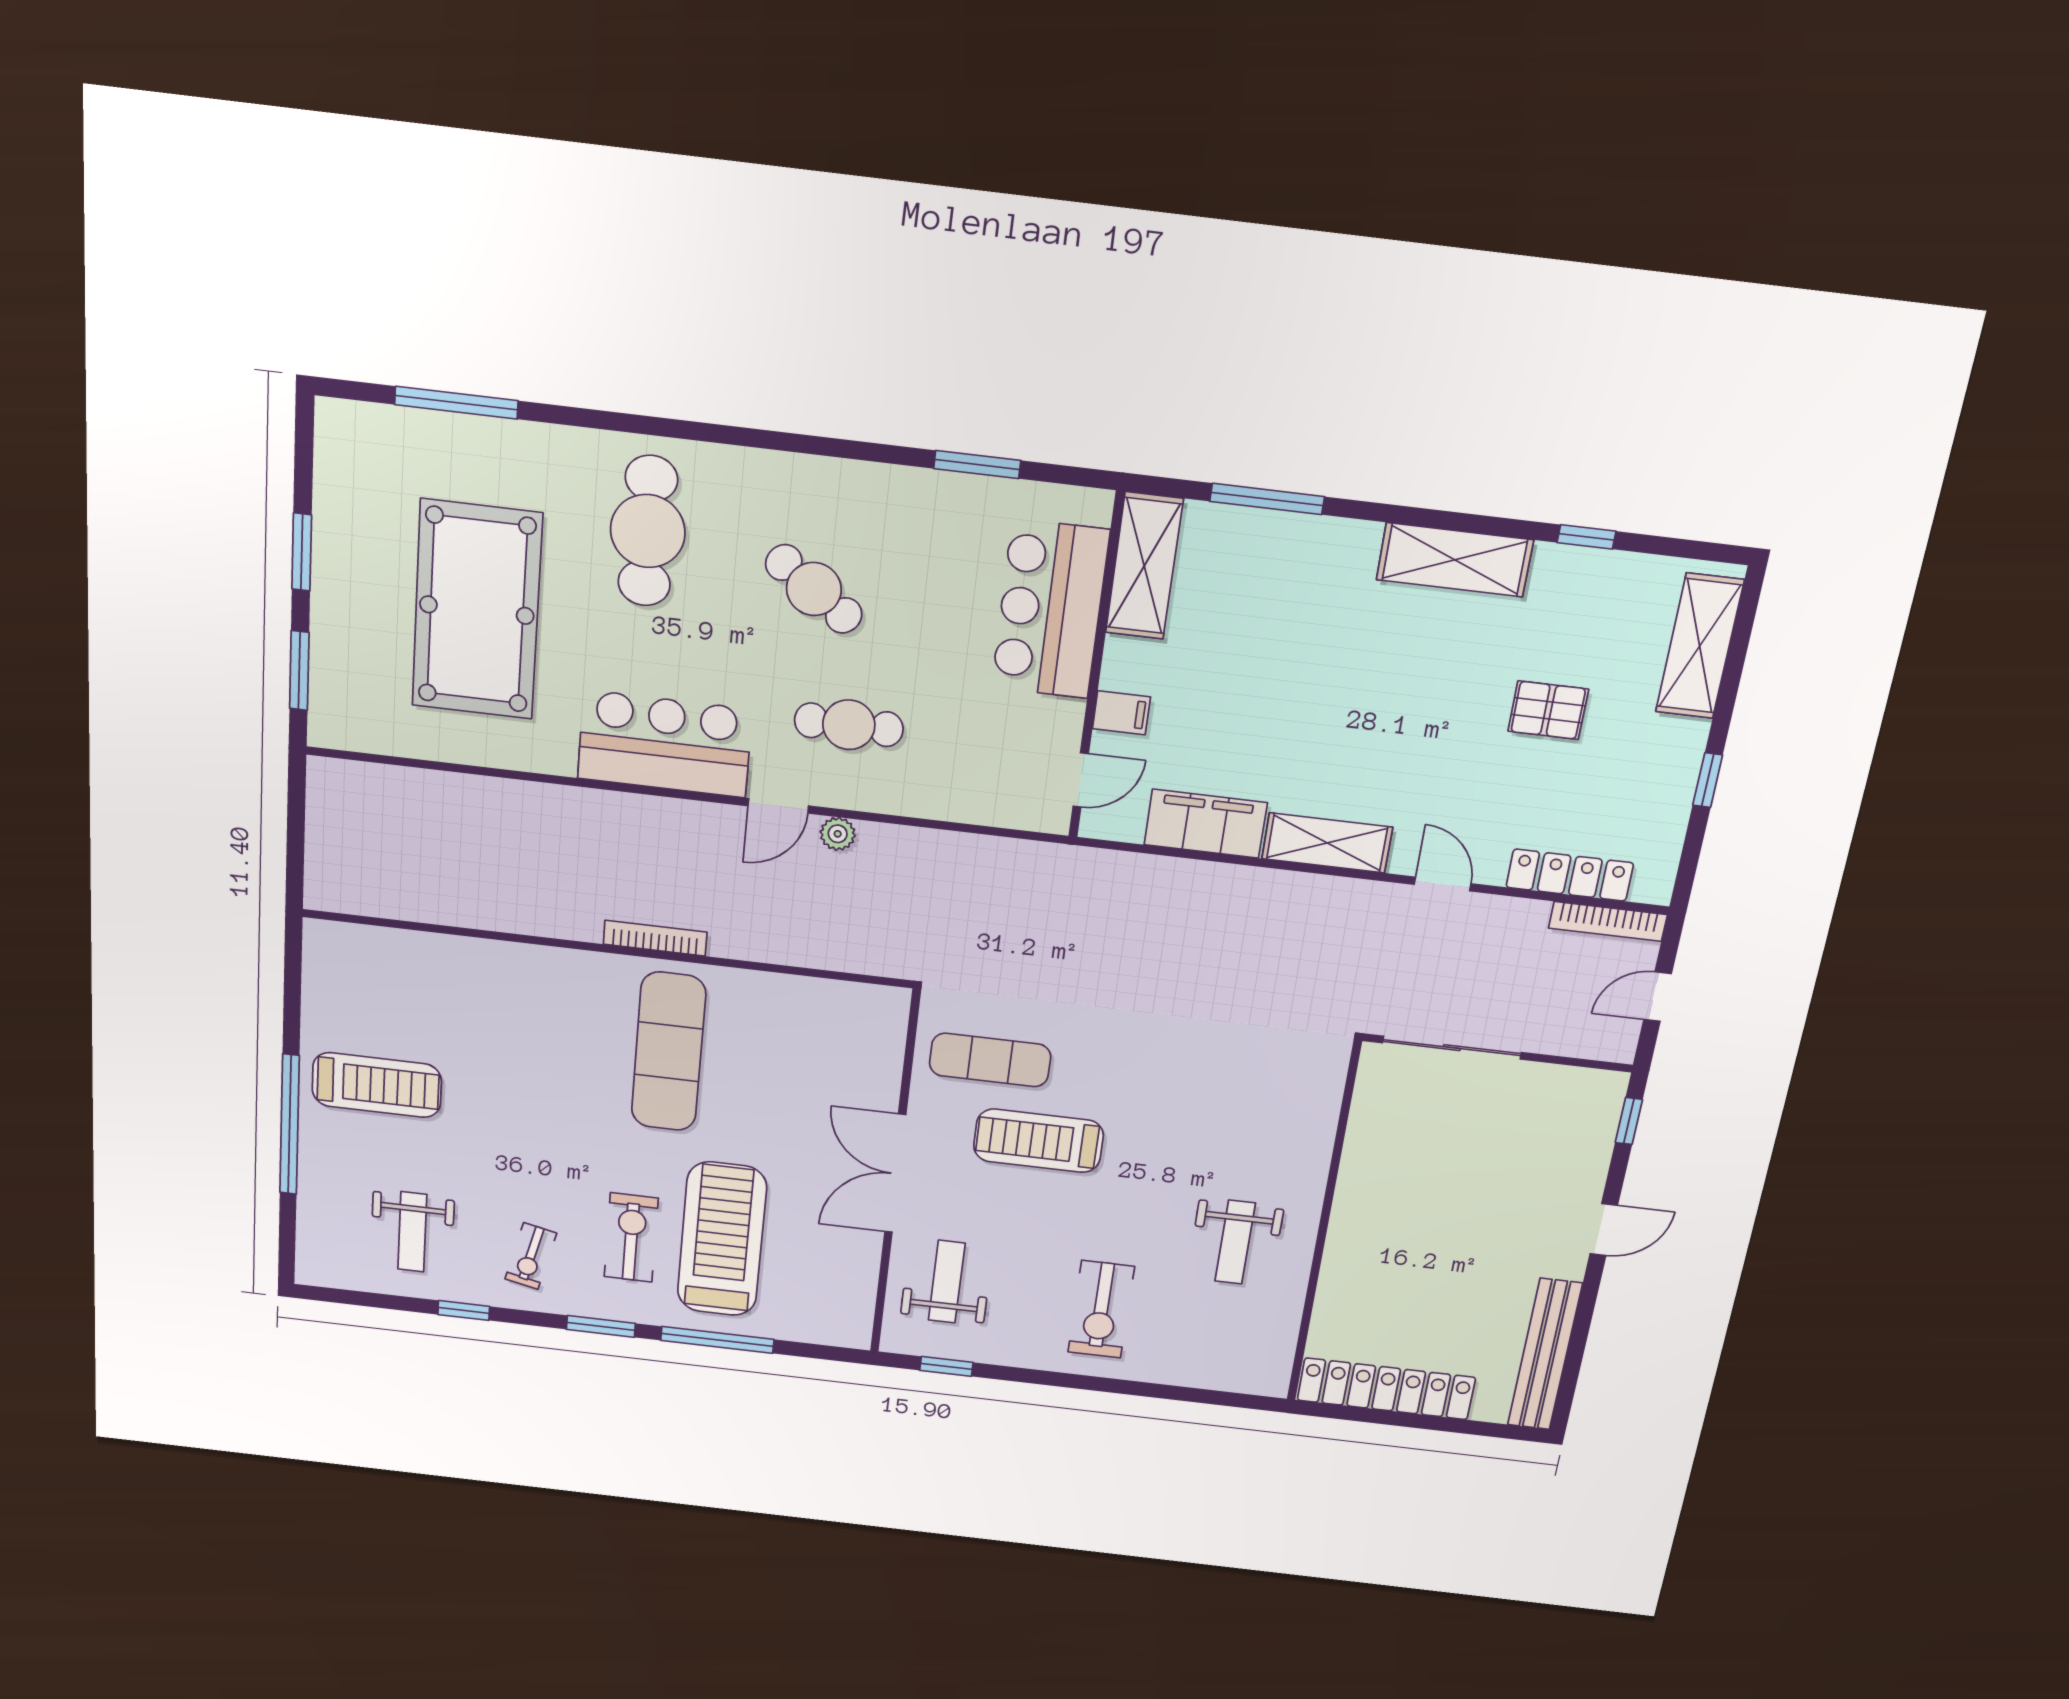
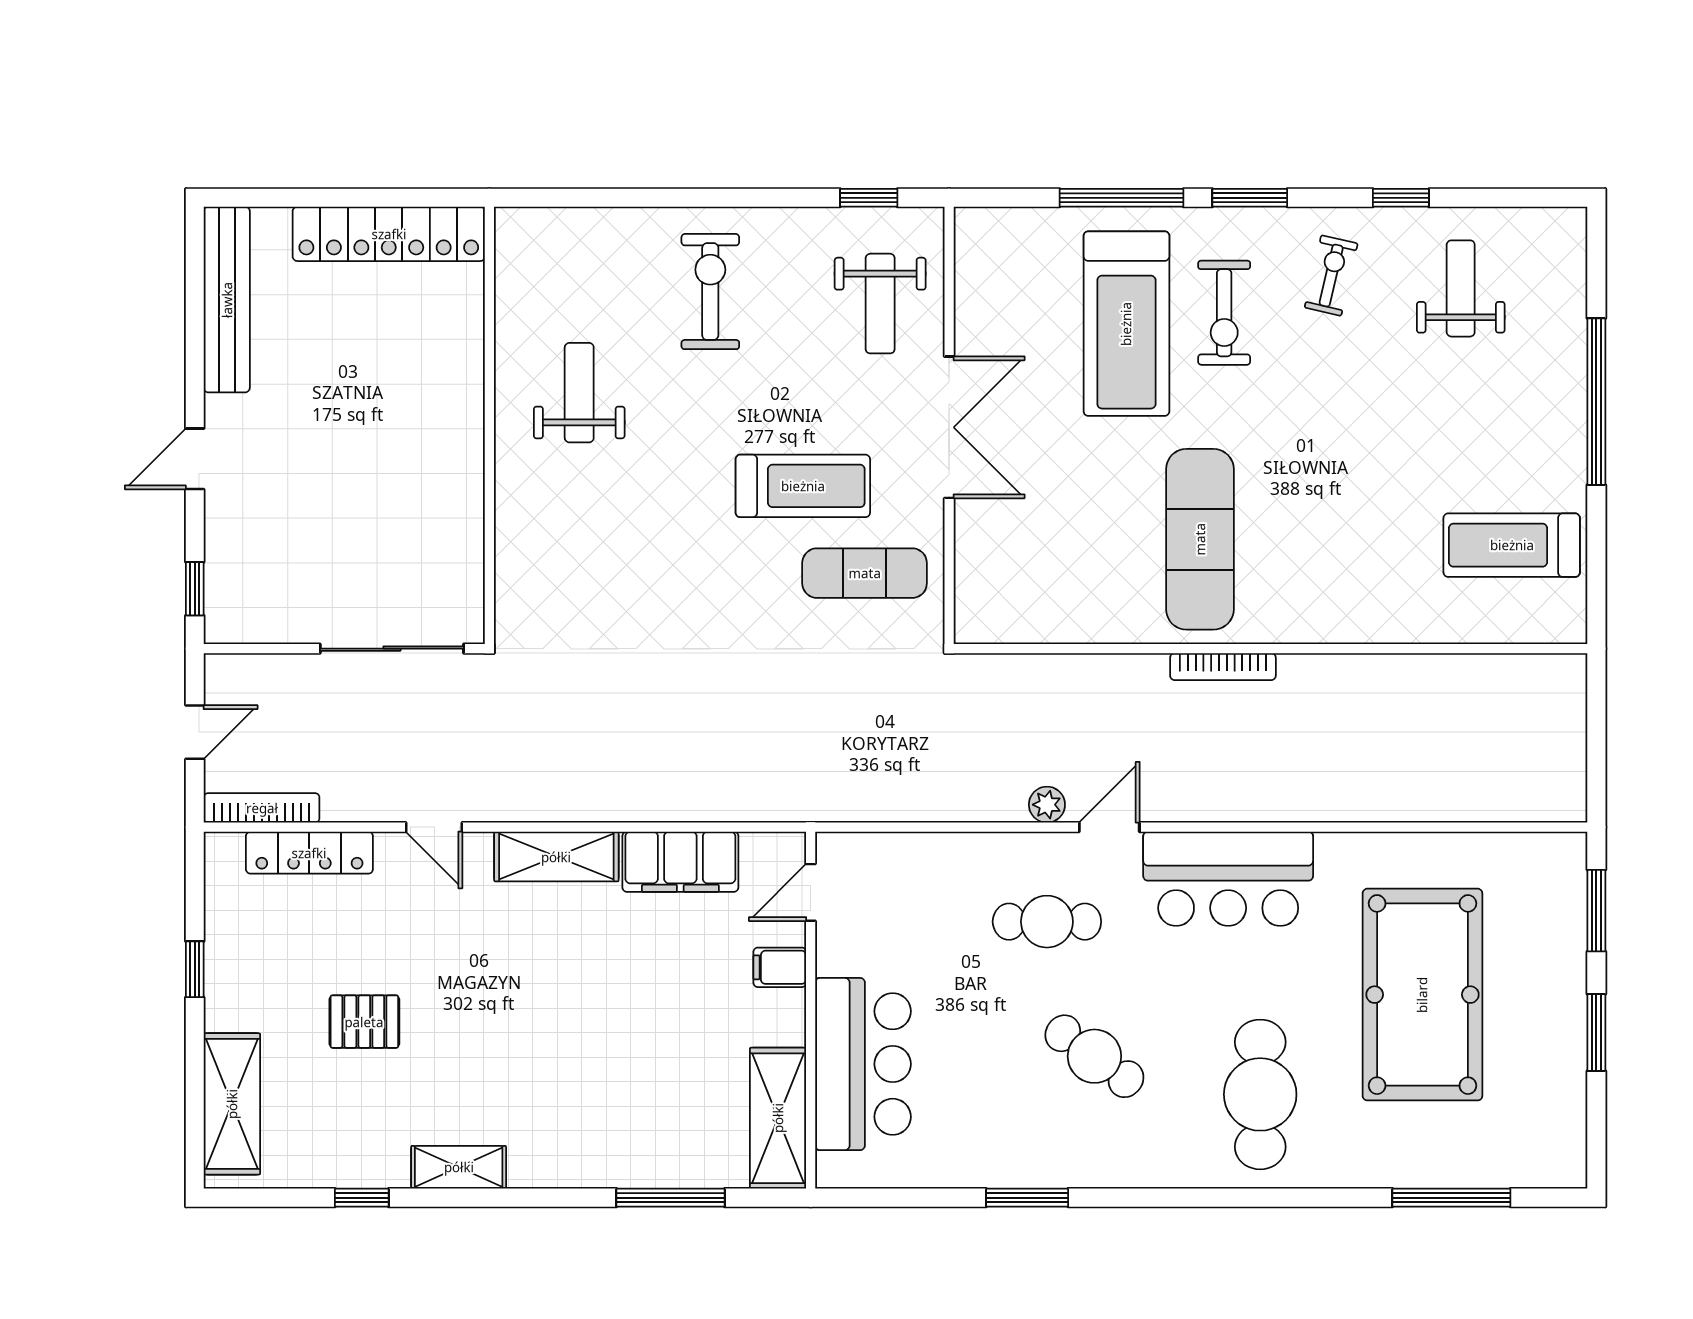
window: (977, 465) -> (1027, 1198), moved
shelving: (1455, 560) -> (459, 1167), width x0.67, depth x0.75
treadmill: (377, 1085) -> (1512, 545), moved

